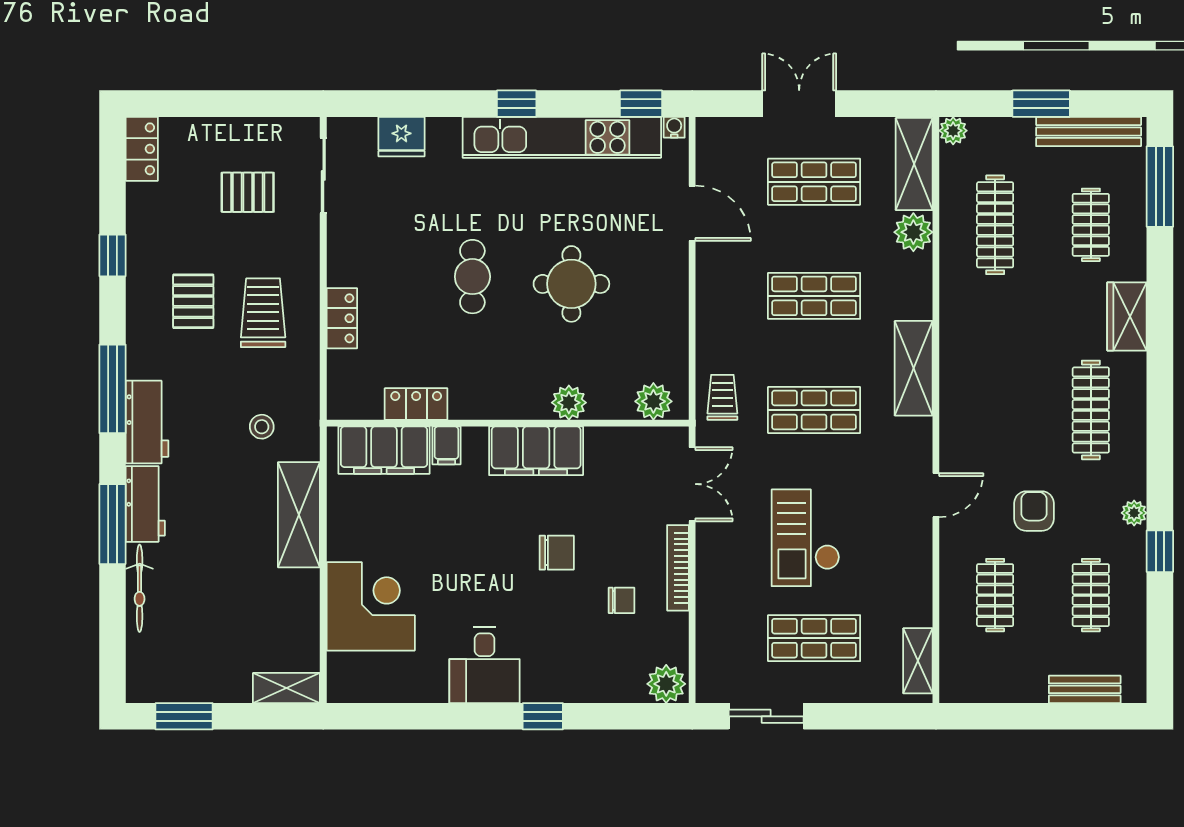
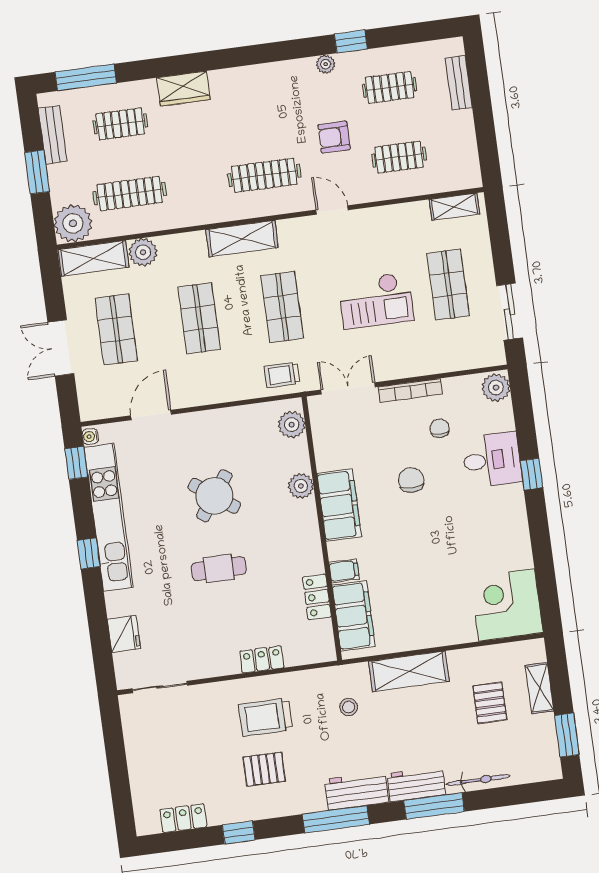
plant: (953, 131) -> (73, 223), width x1.87, depth x1.87
bench: (1089, 132) -> (53, 135), width x0.73
locker: (142, 149) -> (183, 818), moved
pallet: (248, 192) -> (490, 703), moved
round table: (571, 284) -> (214, 496), turned 36
clothes rail: (1091, 410) -> (264, 175), moved
corner desk: (371, 606) -> (507, 605), moved
desk: (485, 665) -> (492, 460), moved
shelving: (286, 688) -> (540, 688), moved

